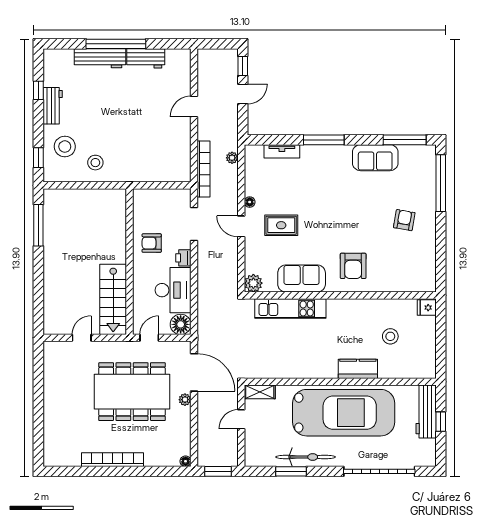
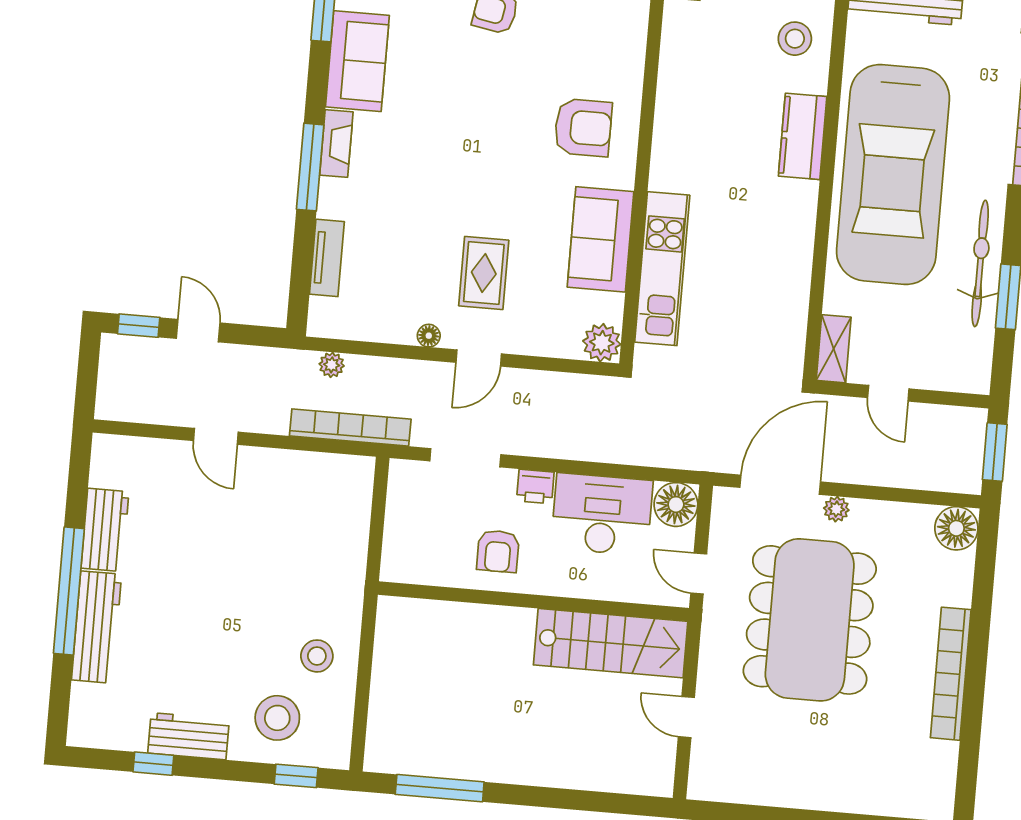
fireplace: (336, 151) -> (336, 143), added
stool: (390, 336) -> (795, 39), moved
car: (344, 413) -> (893, 175), turned 180
floor lamp: (186, 461) -> (956, 528), width x1.89, depth x1.89

